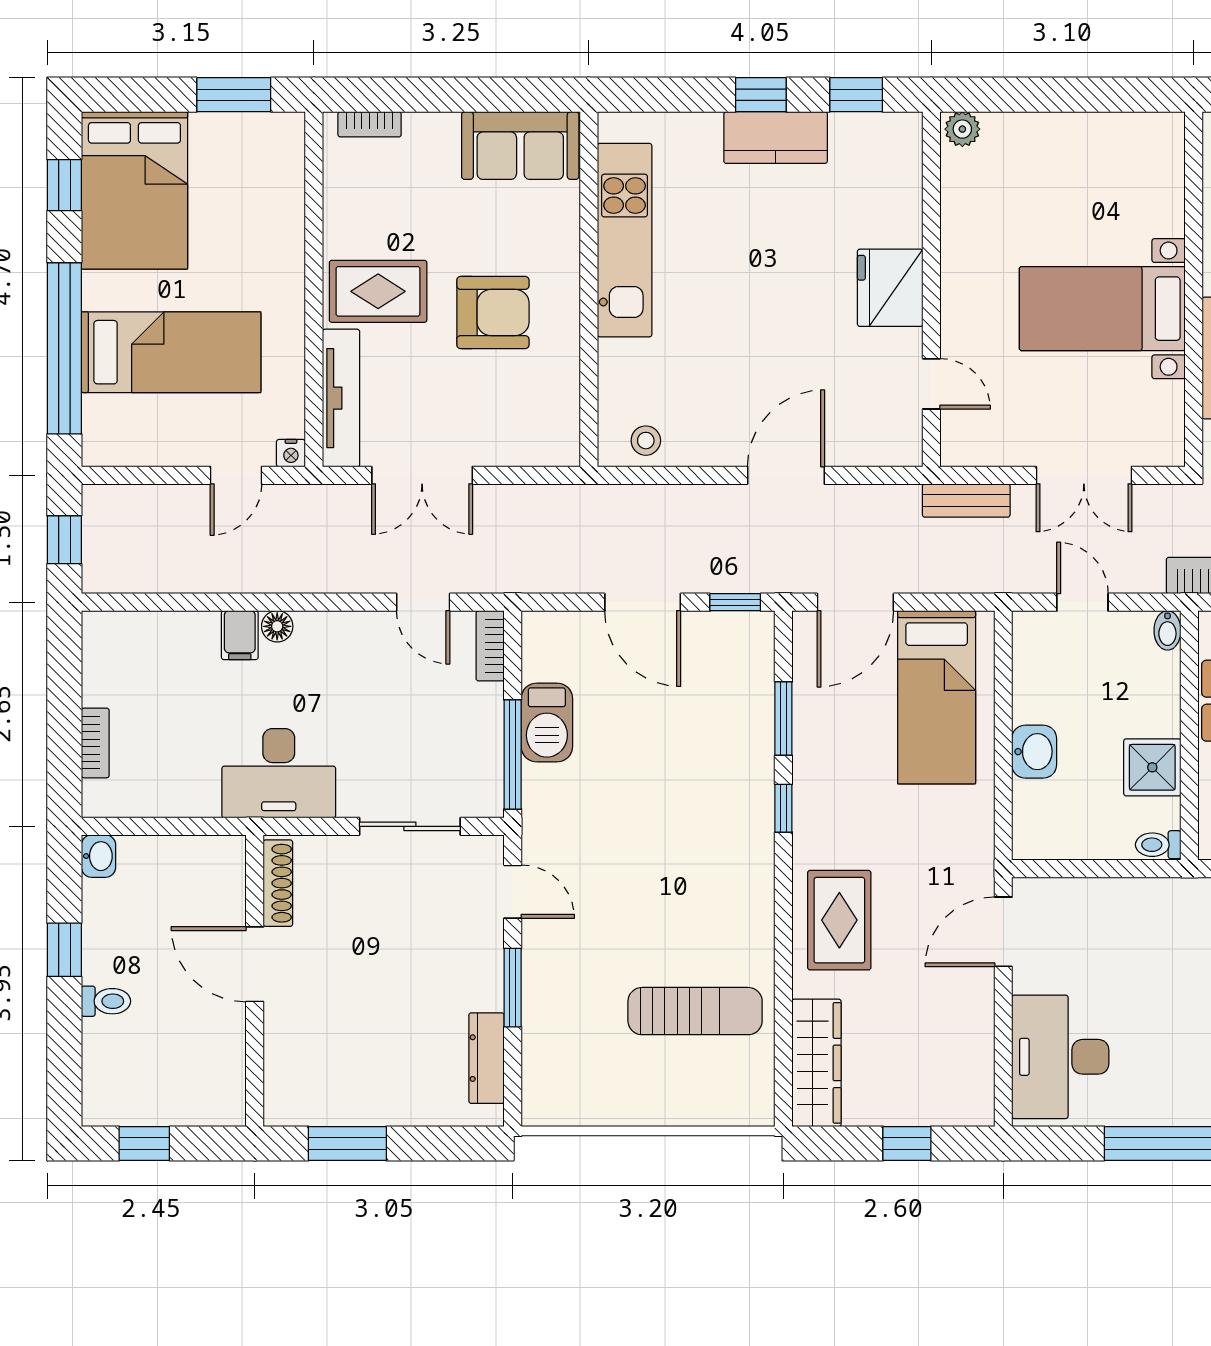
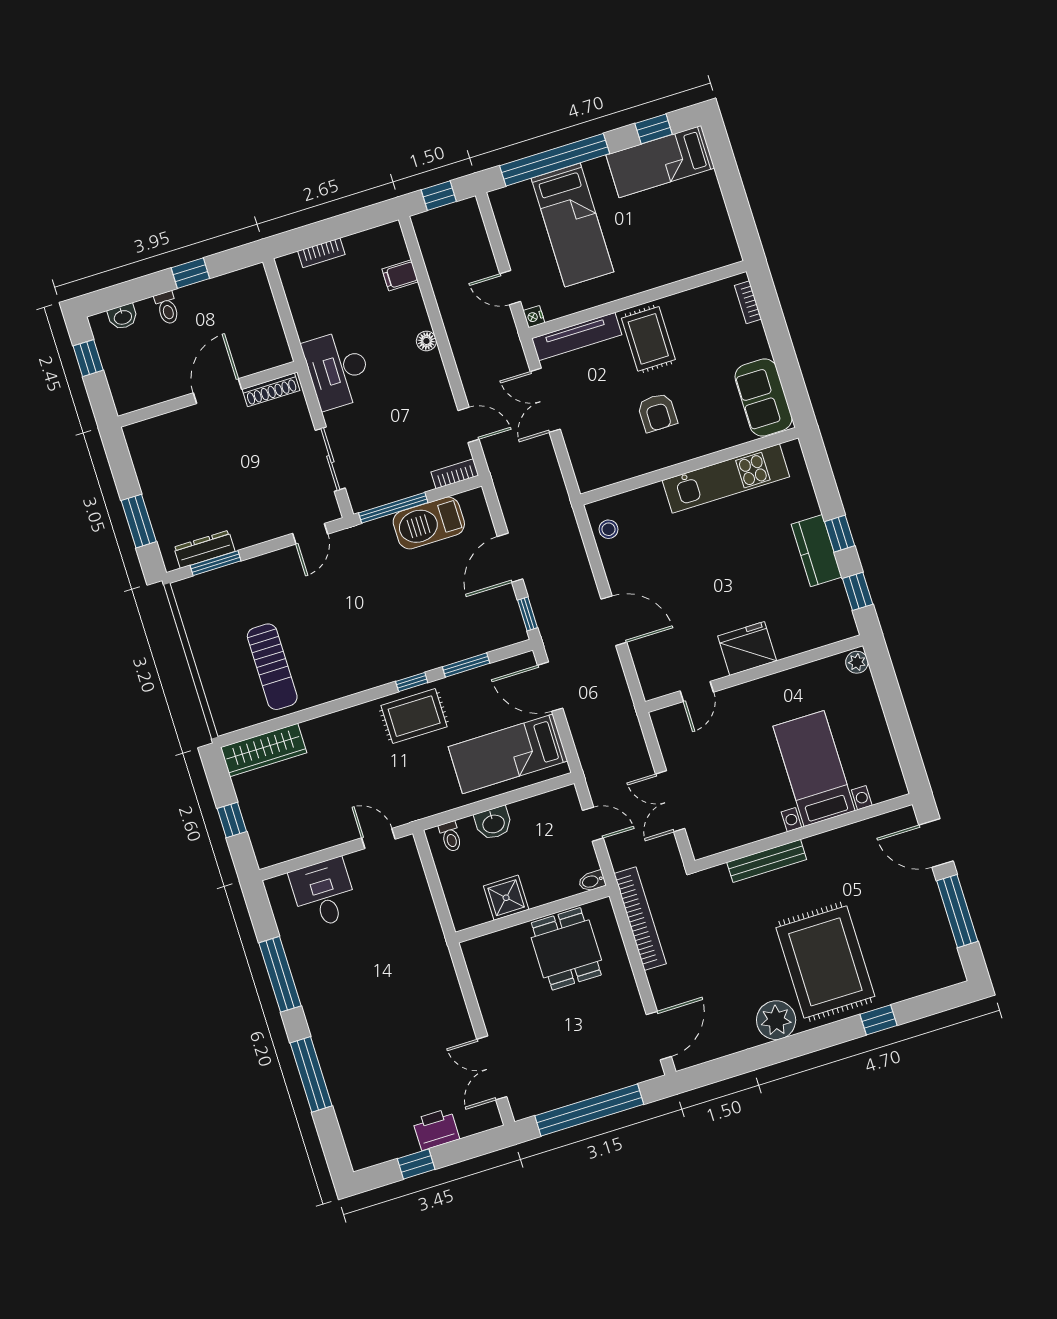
window: (234, 95) -> (740, 214), removed
bed: (134, 190) -> (660, 162), width x0.67
bed with nightstands: (1102, 309) -> (814, 768), moved
armchair: (493, 312) -> (657, 412), width x0.72, depth x0.72
bench: (966, 500) -> (633, 735), removed
door: (423, 602) -> (469, 425), swing flipped
door: (1082, 602) -> (593, 824), hinge flipped
filing cabinet: (240, 635) -> (400, 275), moved
barbecue: (547, 722) -> (429, 523), width x1.37, depth x1.21
toilet: (1158, 845) -> (451, 837), moved, turned 180
washbasin: (98, 856) -> (123, 317), moved
rug: (839, 920) -> (414, 716), moved
door: (1003, 932) -> (378, 838), width x0.73
window: (513, 988) -> (216, 563), moved
desk: (1060, 1057) -> (324, 893), width x0.73
window: (347, 1144) -> (139, 521), moved

